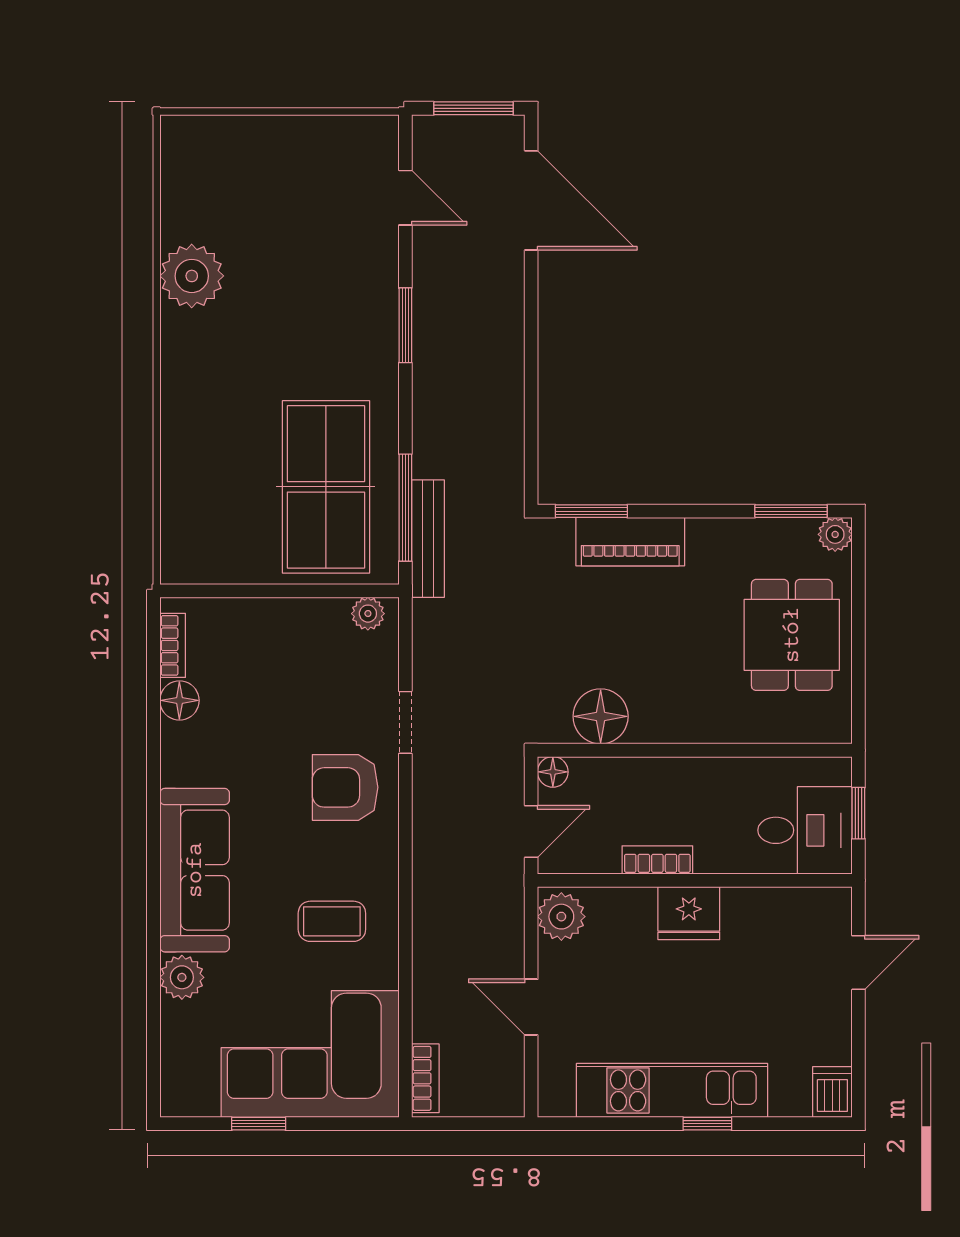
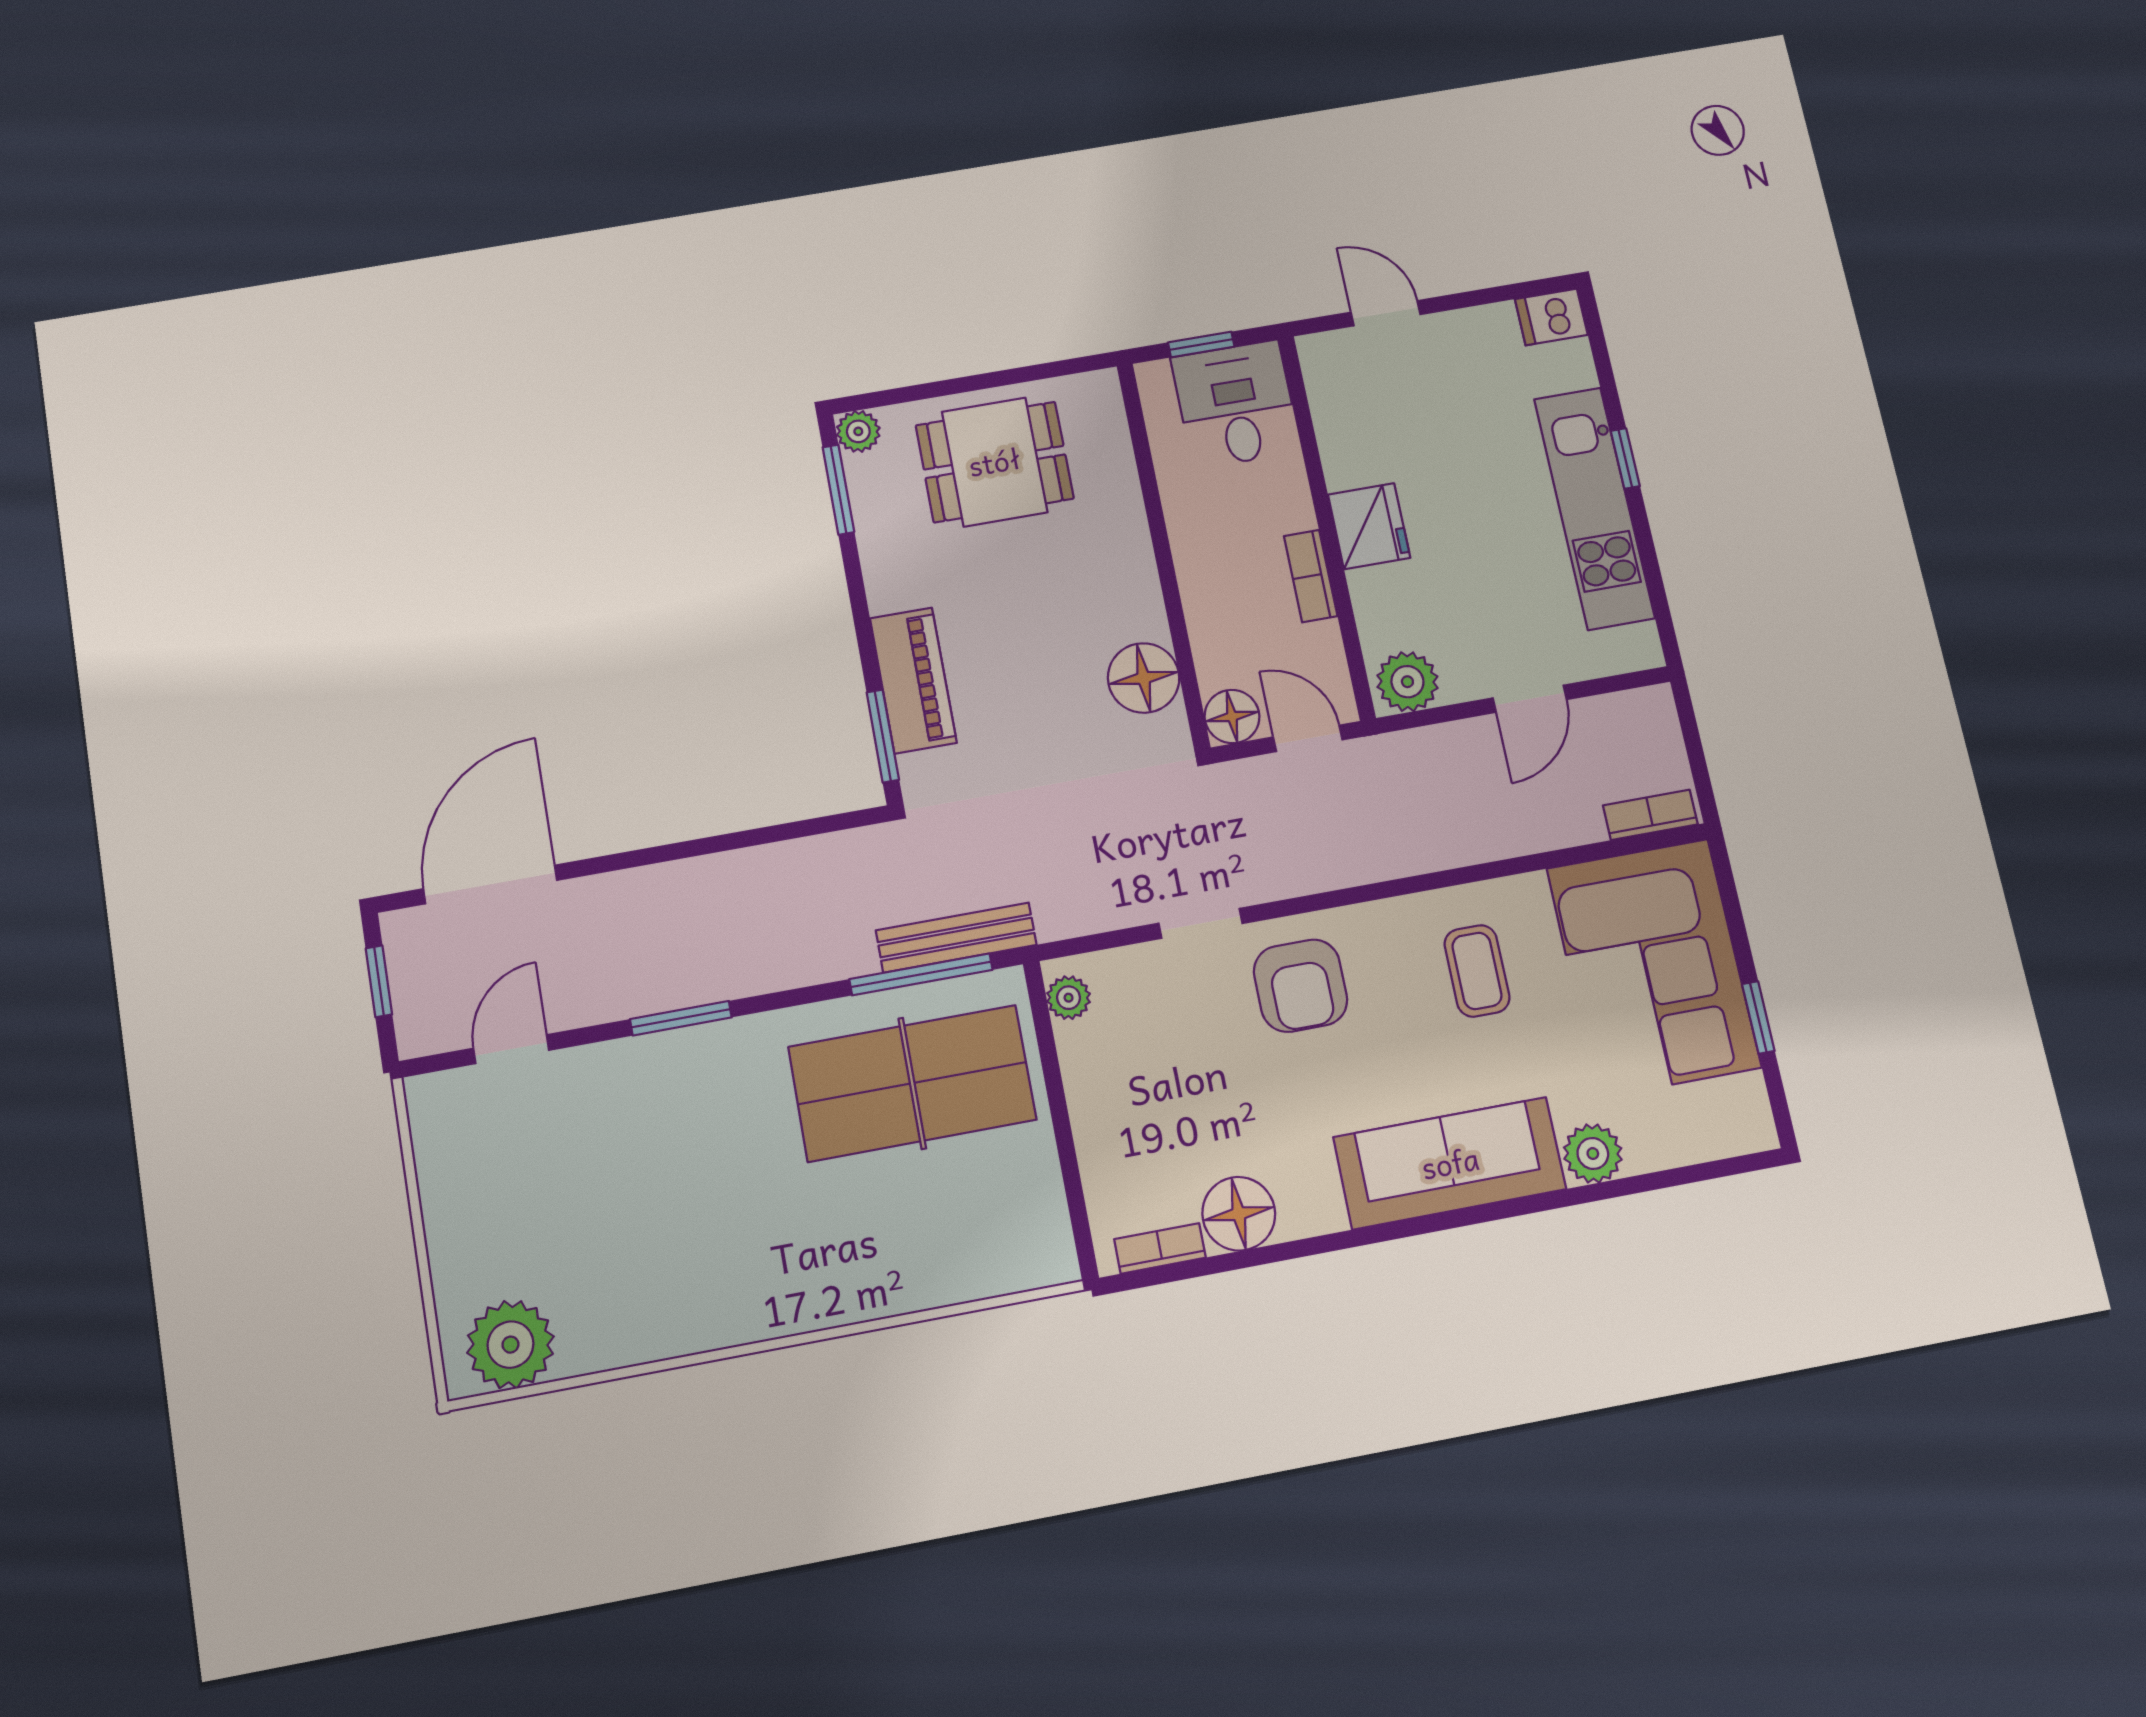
window: (473, 108) -> (379, 981), width x0.67
plant: (192, 276) -> (510, 1345), moved
floor lamp: (179, 700) -> (1239, 1214), width x1.38, depth x1.38
floor lamp: (553, 772) -> (1232, 716), width x1.37, depth x1.37

